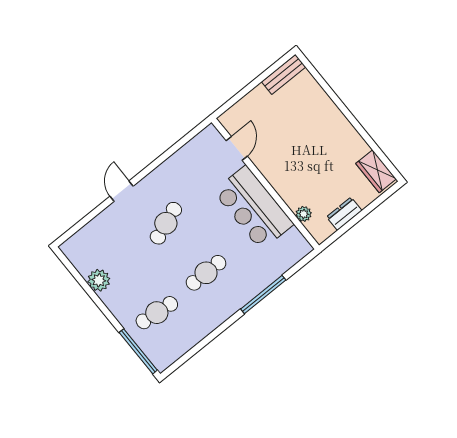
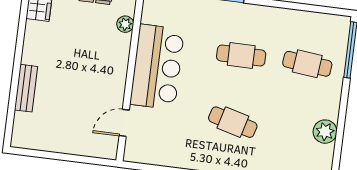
bench: (284, 74) -> (26, 88), moved, turned 90
cafe table: (166, 223) -> (233, 122), turned 36

